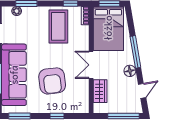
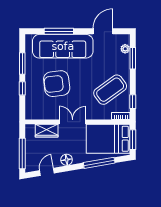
coffee table: (58, 26) -> (110, 90), turned -36
window: (135, 52) -> (99, 163), moved
door: (142, 91) -> (47, 172), swing flipped
window: (19, 116) -> (22, 64), moved

